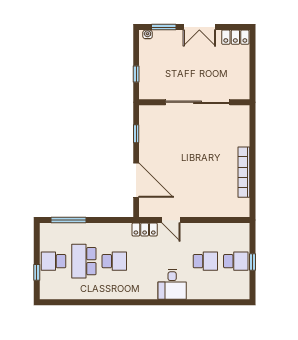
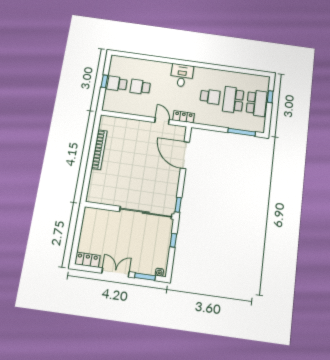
sliding door: (198, 102) -> (146, 213), moved
window: (136, 134) -> (178, 205), moved
school desk: (54, 261) -> (257, 103), width x1.85
school desk: (84, 261) -> (233, 100), turned 180
school desk: (114, 261) -> (210, 97), turned 180
desk: (172, 284) -> (182, 75), moved

